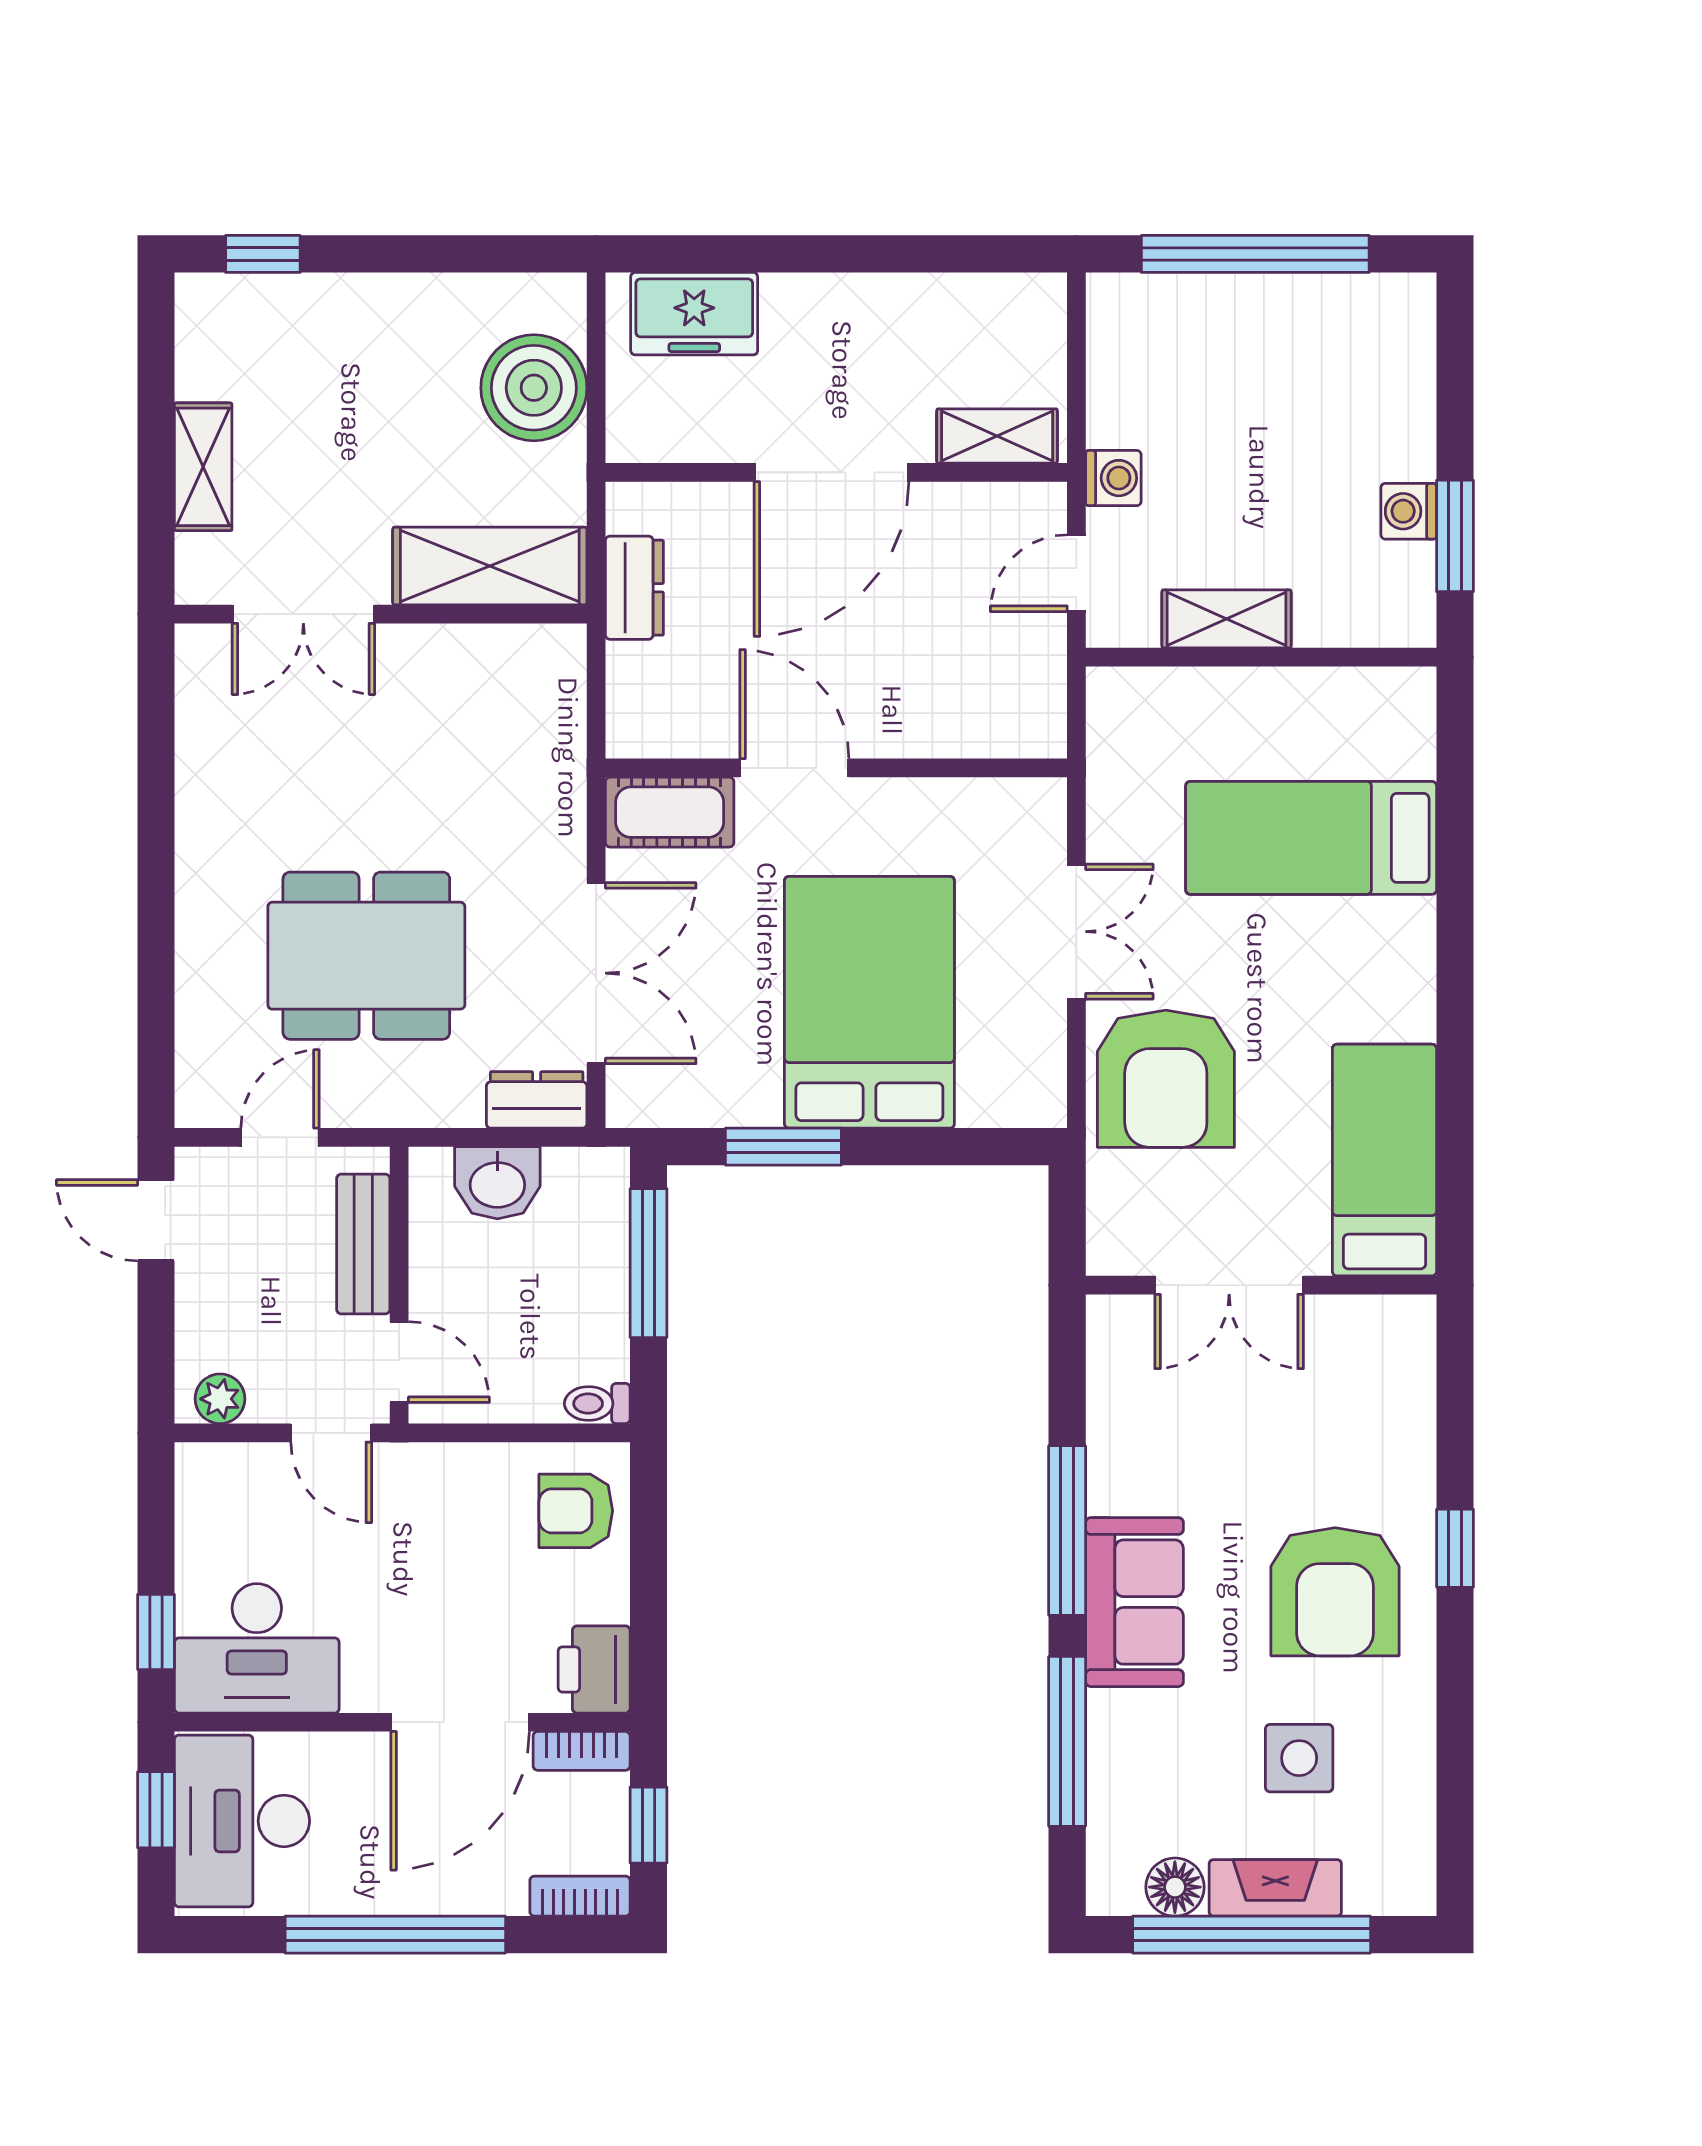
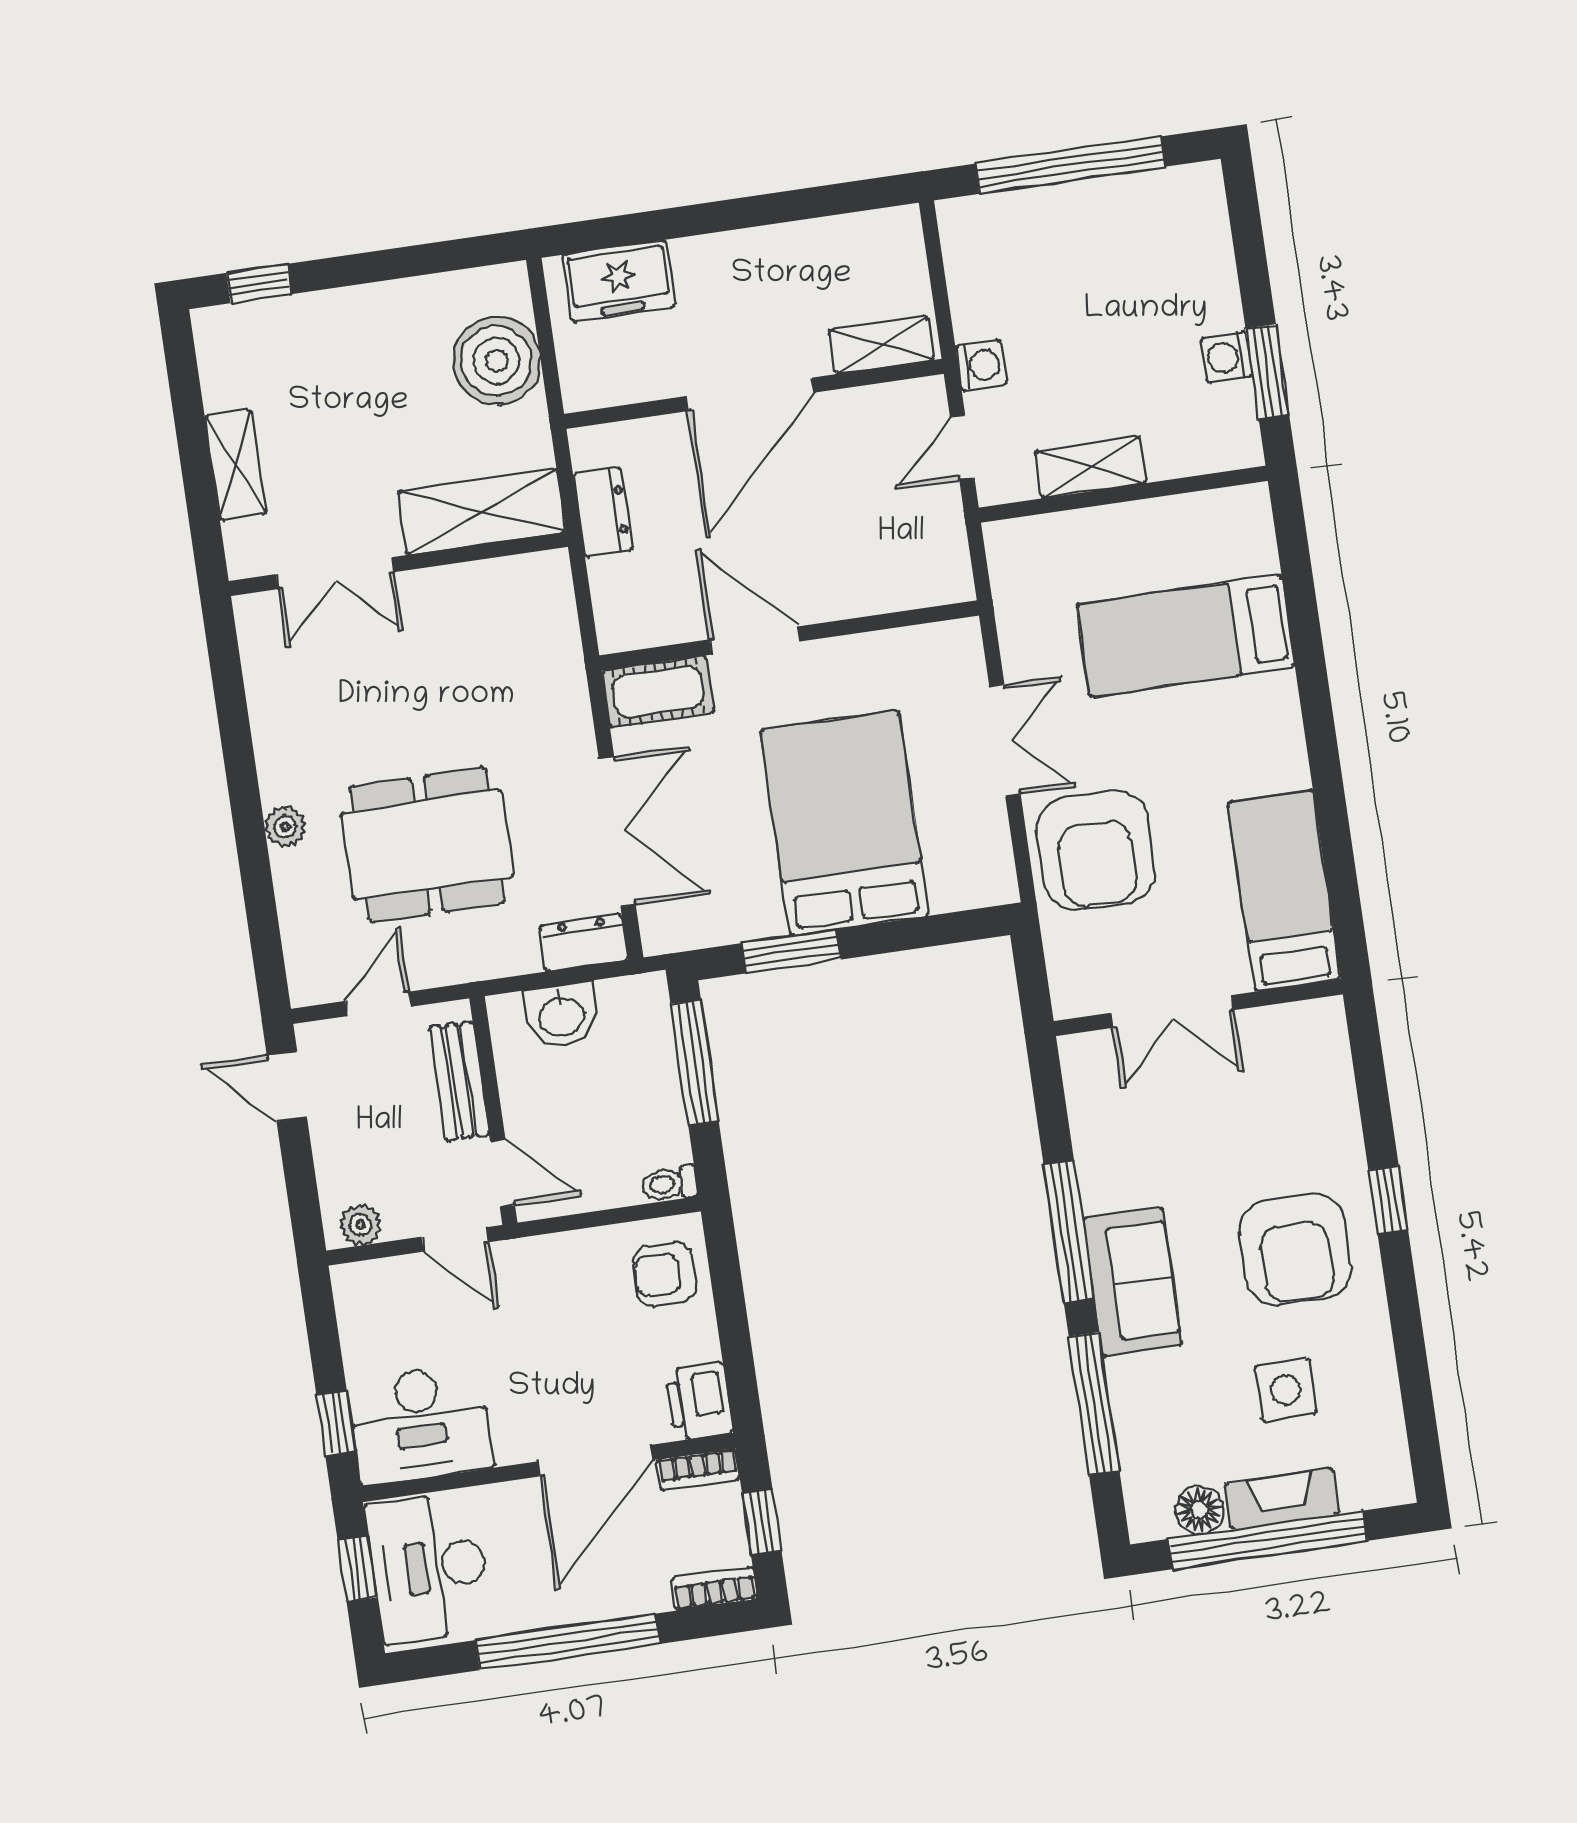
plant: (199, 909) -> (285, 827), added

